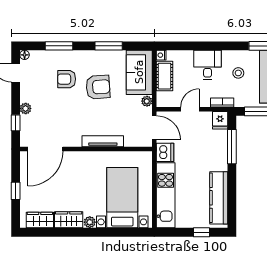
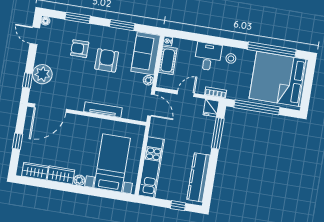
stool: (238, 73) -> (231, 58), moved
armchair: (98, 87) -> (107, 60), turned -86
plant: (26, 108) -> (42, 74), width x1.88, depth x1.88
dishwasher: (165, 152) -> (157, 129), removed

